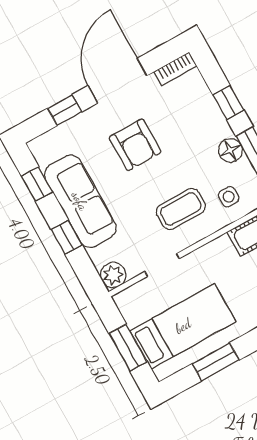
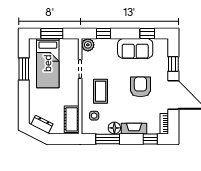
window: (228, 103) -> (150, 139), moved
fireplace: (213, 116) -> (134, 129), added
armchair: (135, 145) -> (140, 87), turned 90
sofa: (80, 201) -> (135, 49), width x0.73
window: (67, 237) -> (103, 33), moved

